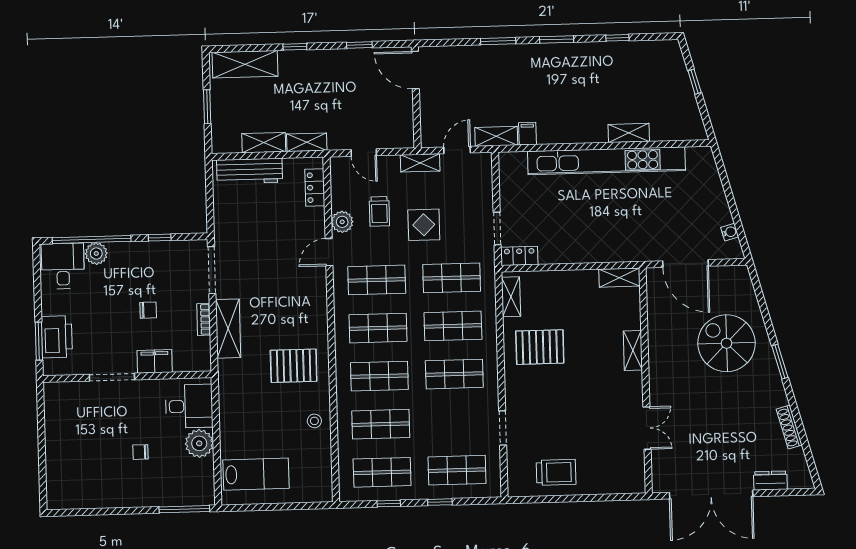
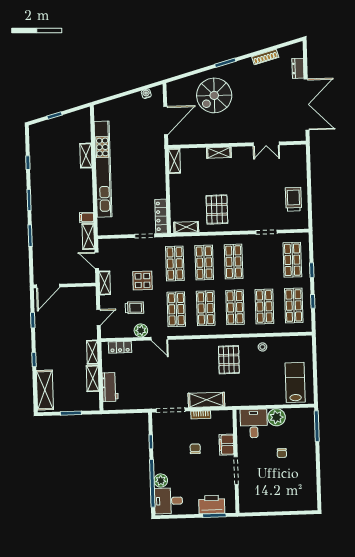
workbench: (250, 171) -> (110, 387), width x0.73
locker: (519, 256) -> (161, 216), width x1.53
double door: (647, 428) -> (266, 144), swing flipped

